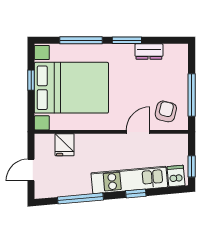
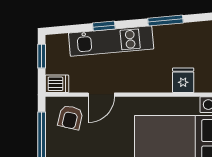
dishwasher: (176, 176) -> (57, 84), moved, turned -85
window: (80, 198) -> (165, 21), width x0.69

